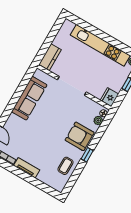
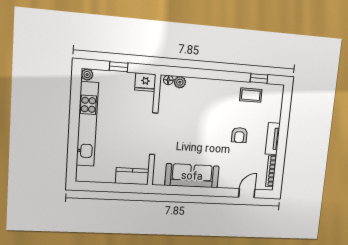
armchair: (80, 136) -> (239, 135), moved, width x0.53, depth x0.53
window: (87, 155) -> (259, 78), moved

